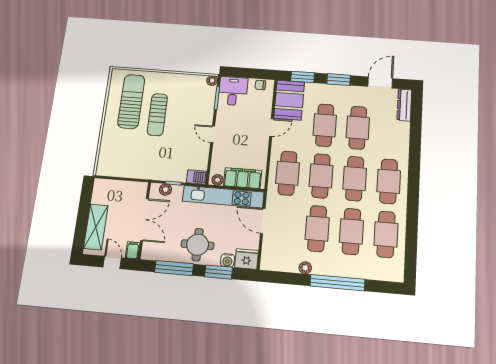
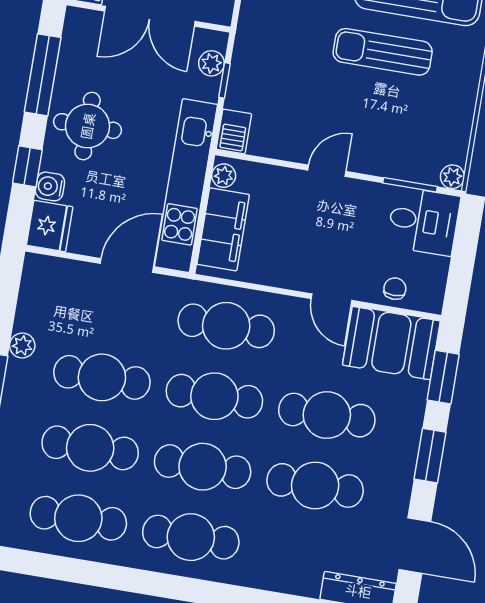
chair: (260, 85) -> (395, 289), moved
window: (218, 272) -> (27, 166), width x0.67

